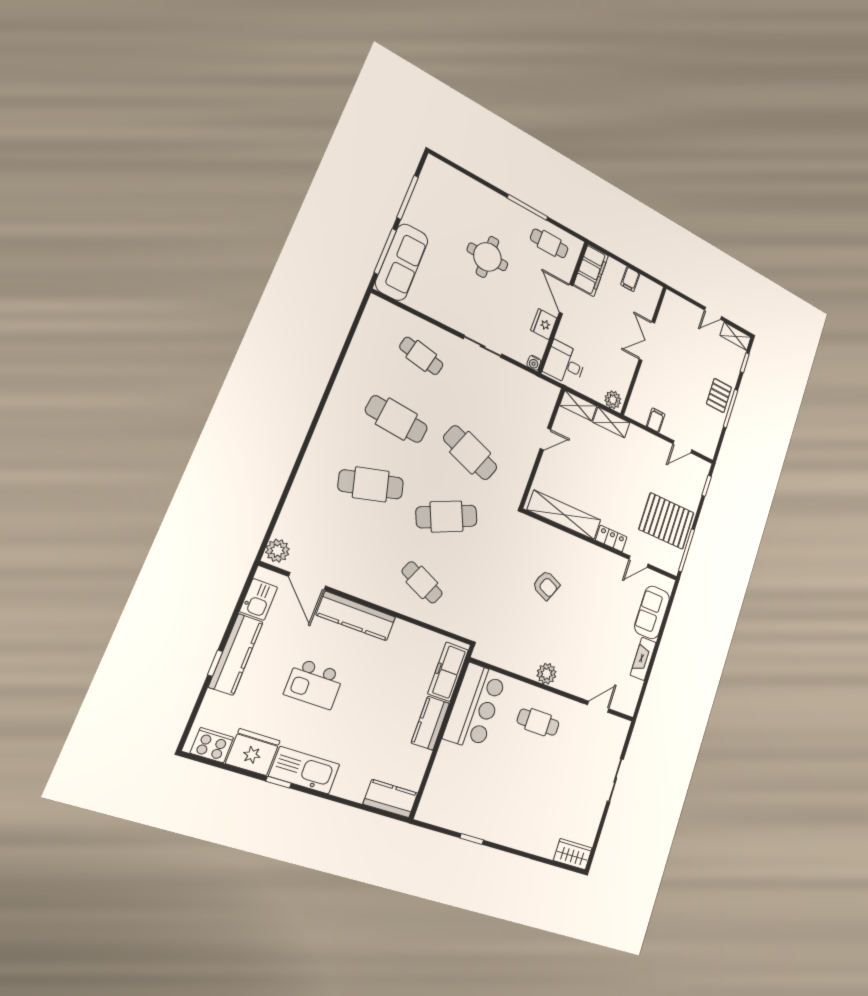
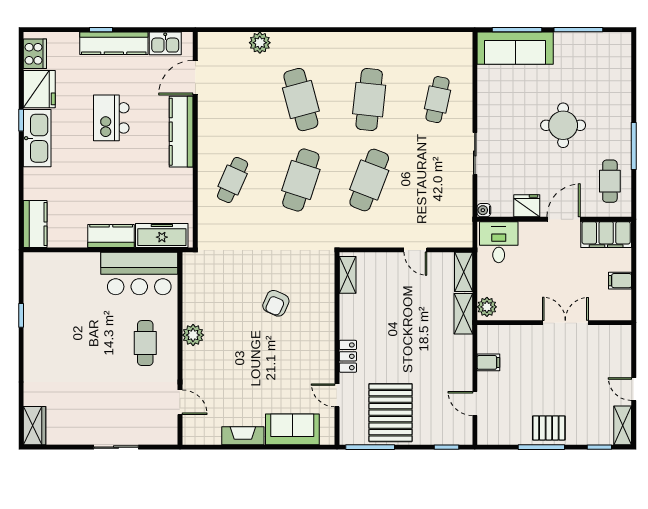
shelving: (564, 515) -> (348, 275), width x0.45, depth x0.75
cafe table: (447, 517) -> (301, 180), turned 42
plant: (278, 551) -> (260, 43), moved

